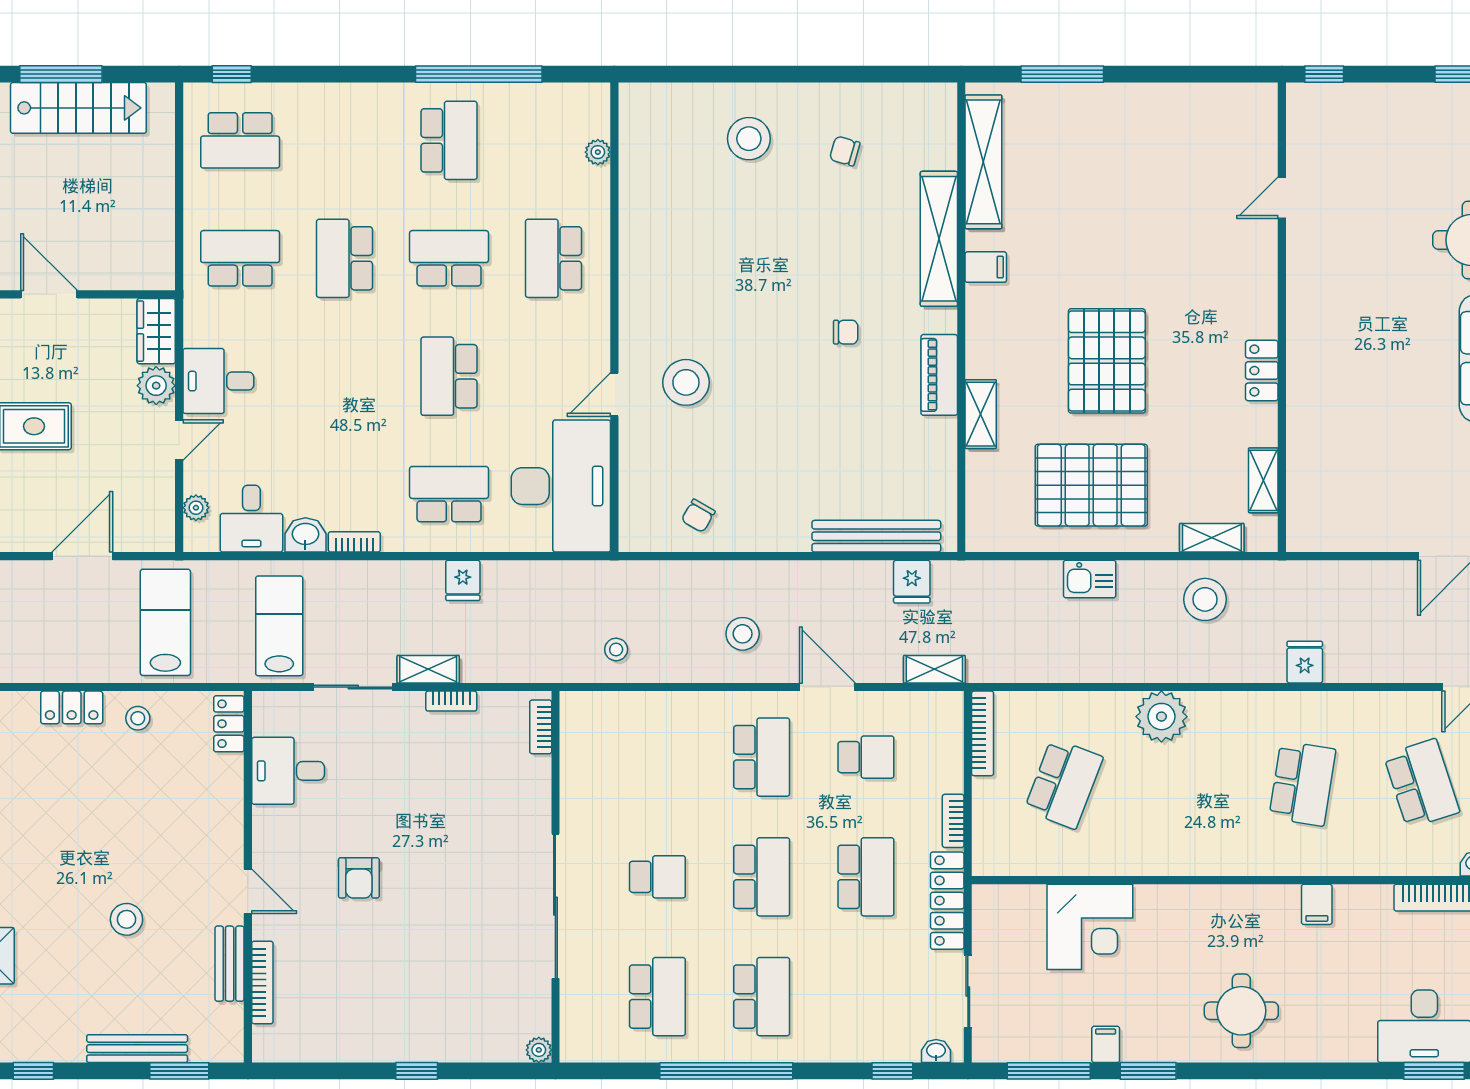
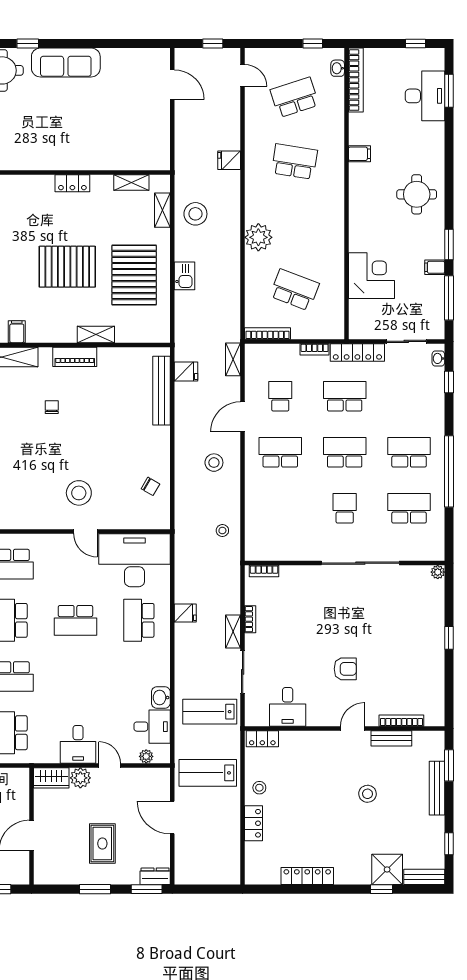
bookcase: (354, 542) -> (165, 671), removed

